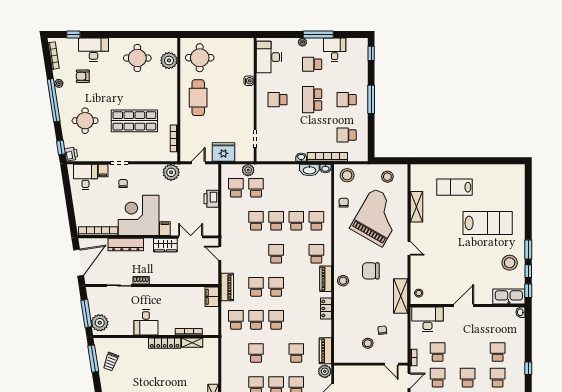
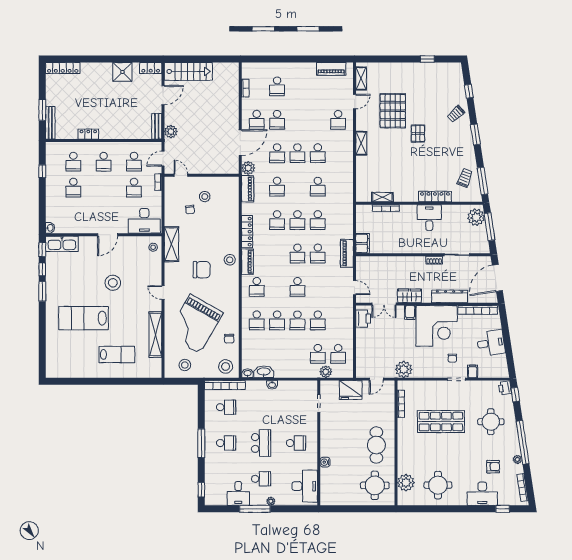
bookcase: (327, 157) -> (225, 385), moved
desk: (85, 177) -> (491, 343), moved, turned -99
printer: (211, 199) -> (363, 319), moved
shelving: (416, 207) -> (155, 335), width x1.47
stool: (510, 263) -> (113, 283), moved
locker: (326, 308) -> (247, 232), width x1.53
school desk: (236, 320) -> (277, 220), moved
locker: (165, 343) -> (435, 197), moved

